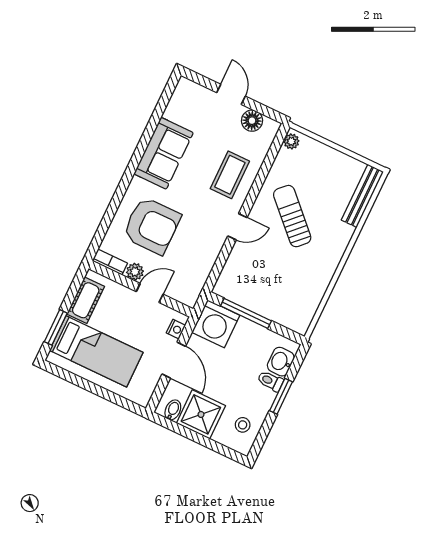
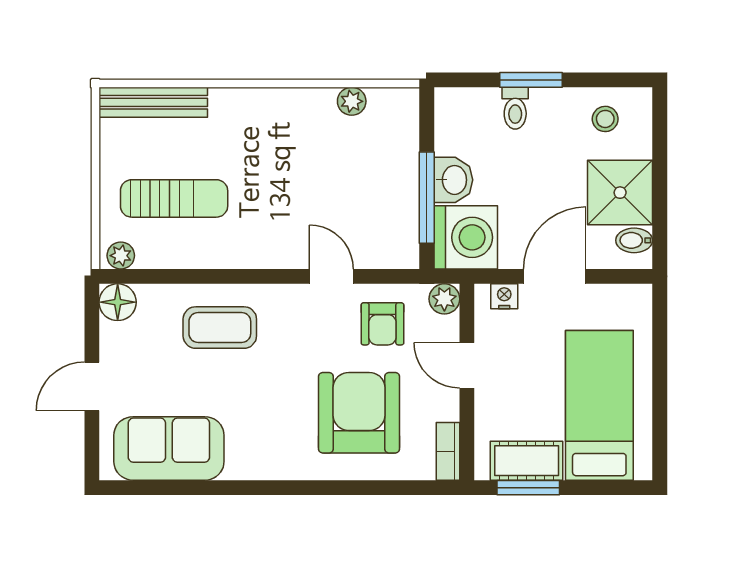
floor lamp: (252, 121) -> (118, 302), moved
sofa: (164, 153) -> (169, 448), moved
sun lounger: (292, 216) -> (174, 198), moved, turned -135
door: (237, 227) -> (331, 276), moved
armchair: (192, 260) -> (382, 324), added
plant: (135, 272) -> (444, 299), moved
plant: (314, 298) -> (352, 101), added
window: (56, 327) -> (528, 488), moved
washbasin: (281, 362) -> (453, 180), moved, turned -90

